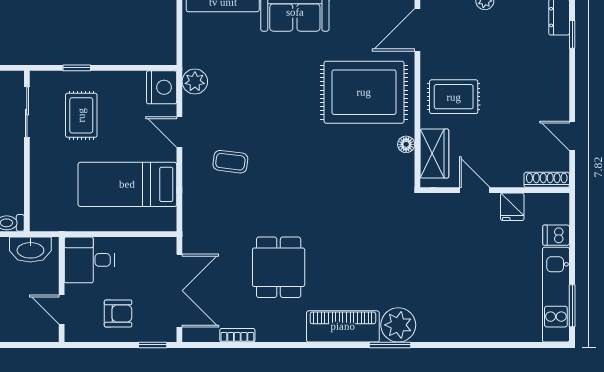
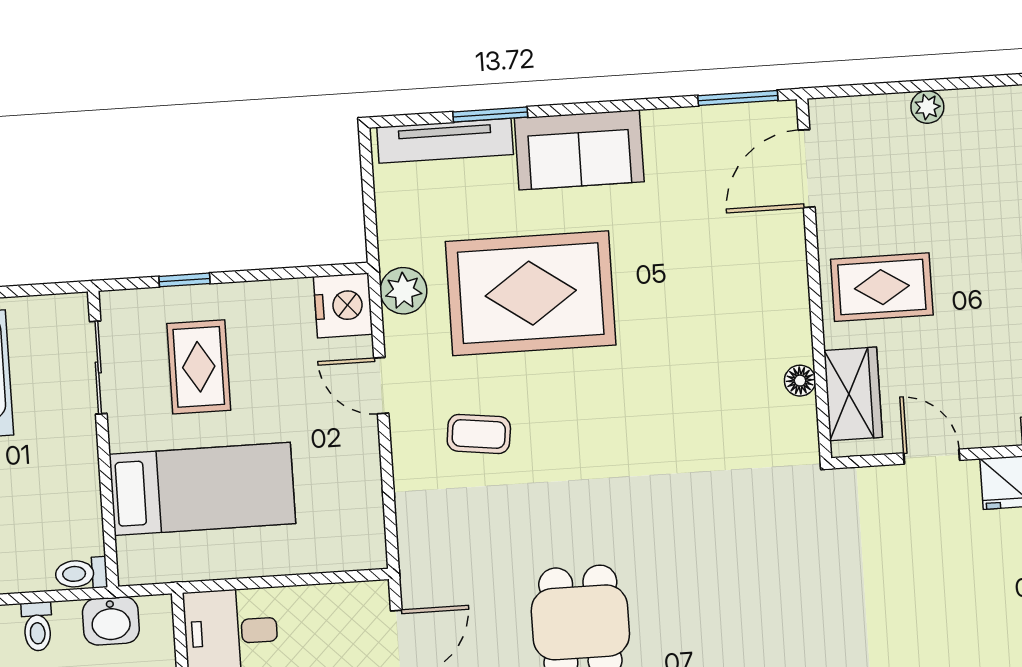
rug: (364, 92) -> (531, 293), moved
bed: (127, 184) -> (202, 489), moved, turned 180
washbasin: (30, 250) -> (111, 621), width x0.72

